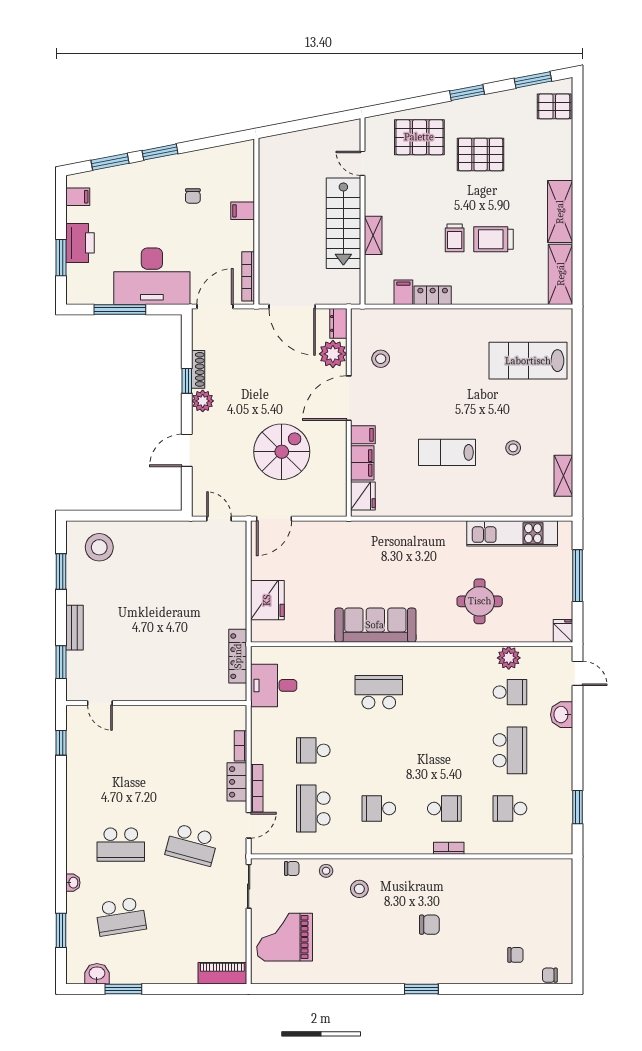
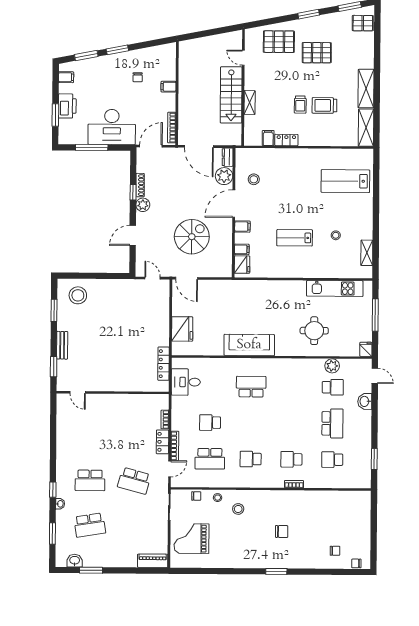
filing cabinet: (362, 463) -> (242, 249), width x0.50
door: (274, 519) -> (187, 278), hinge flipped
window: (61, 743) -> (53, 490), moved
school desk: (313, 809) -> (210, 459), turned -90
school desk: (444, 809) -> (291, 459), turned 180

